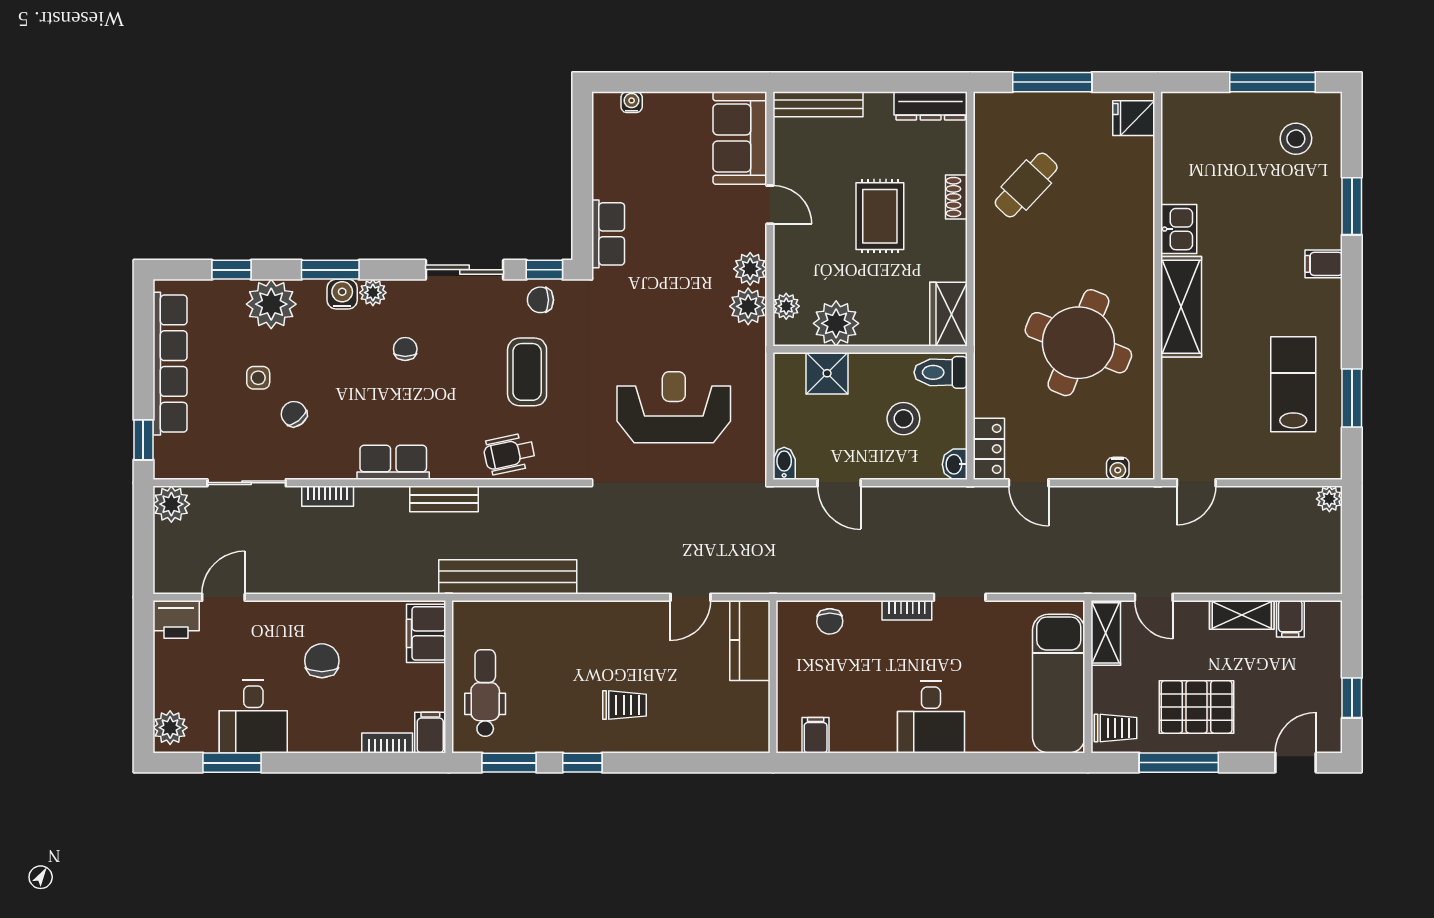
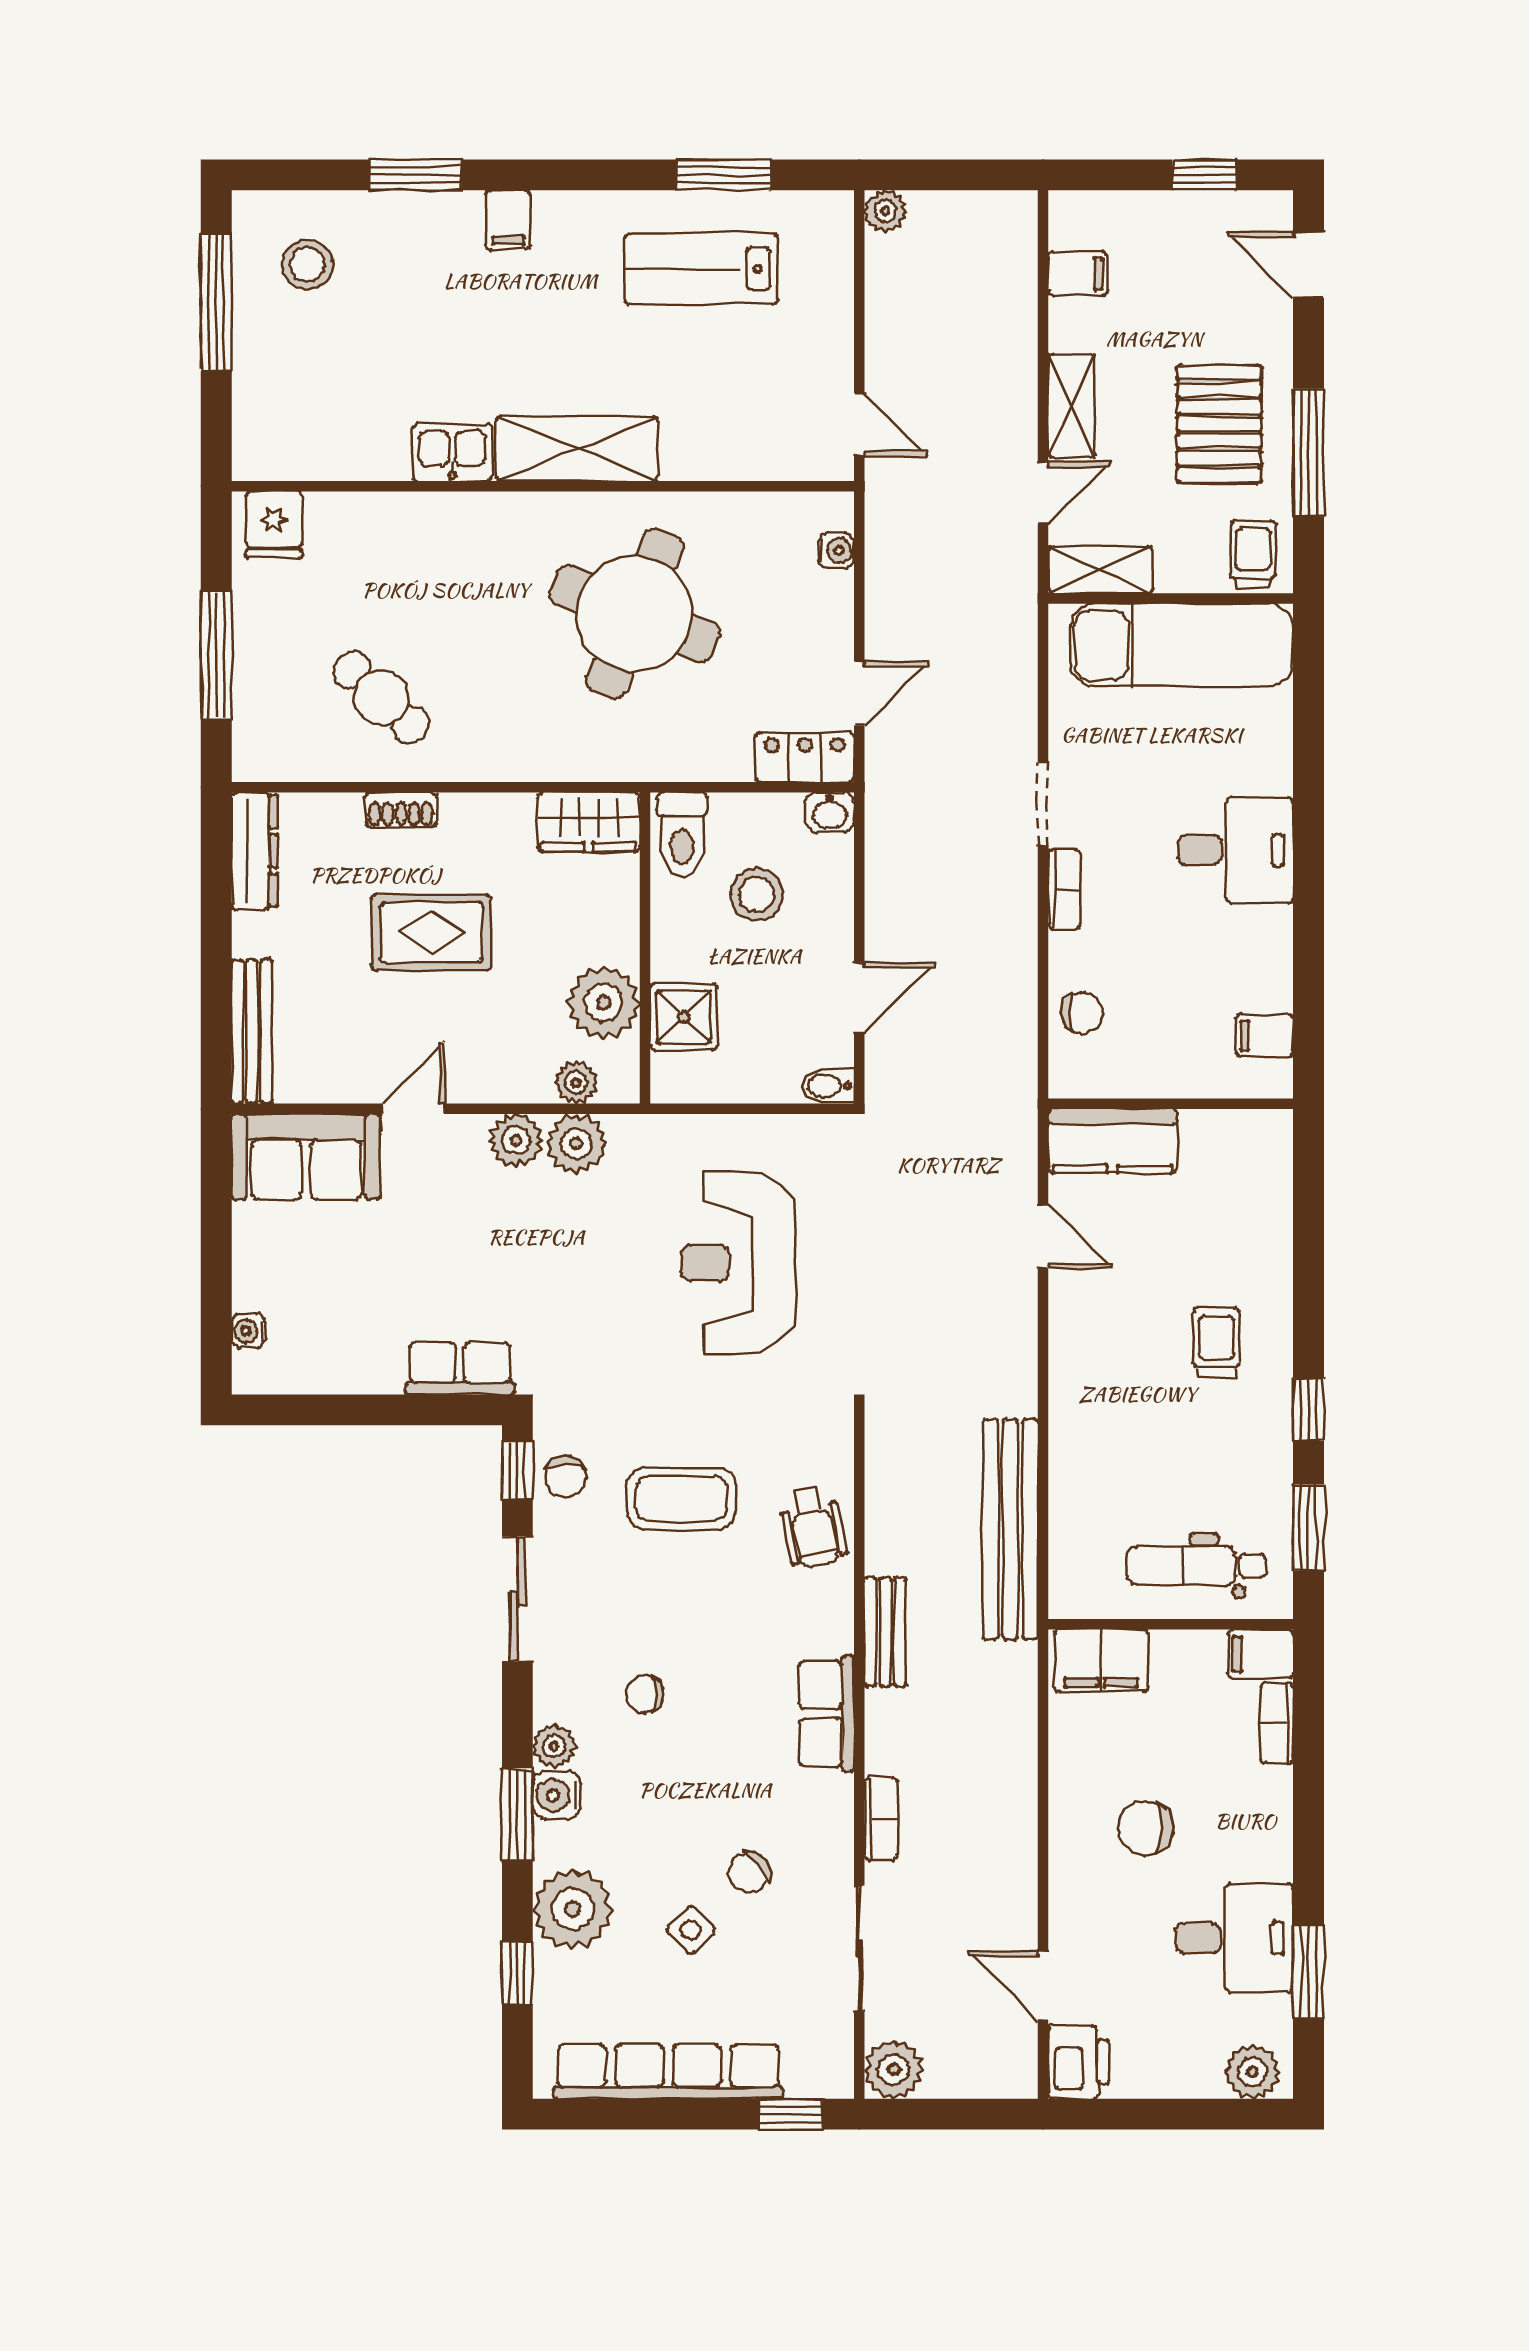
side table: (258, 378) -> (691, 1930), turned 45
shelving: (1242, 615) -> (1071, 406), moved

